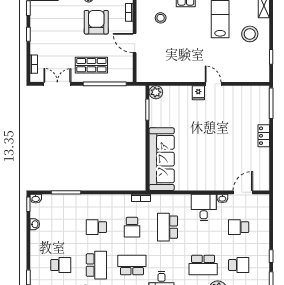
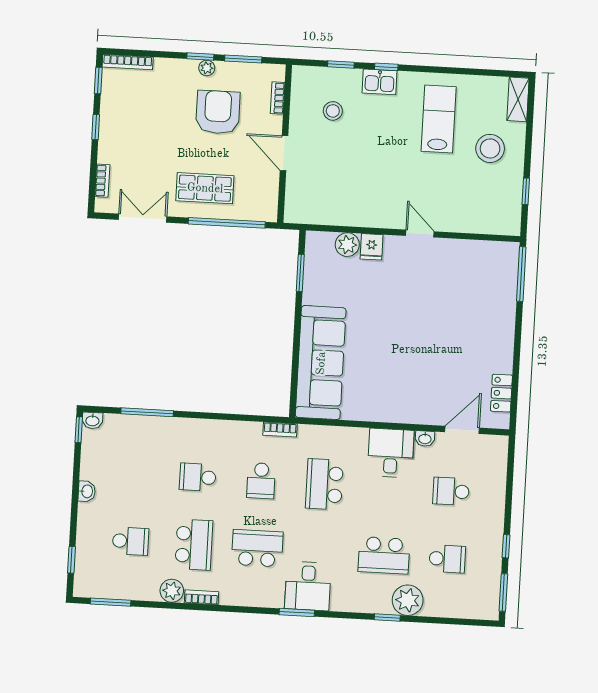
plant: (156, 92) -> (347, 245), moved
fridge: (198, 93) -> (372, 247), moved
locker: (264, 136) -> (501, 393), moved
washbasin: (35, 224) -> (87, 491), moved

